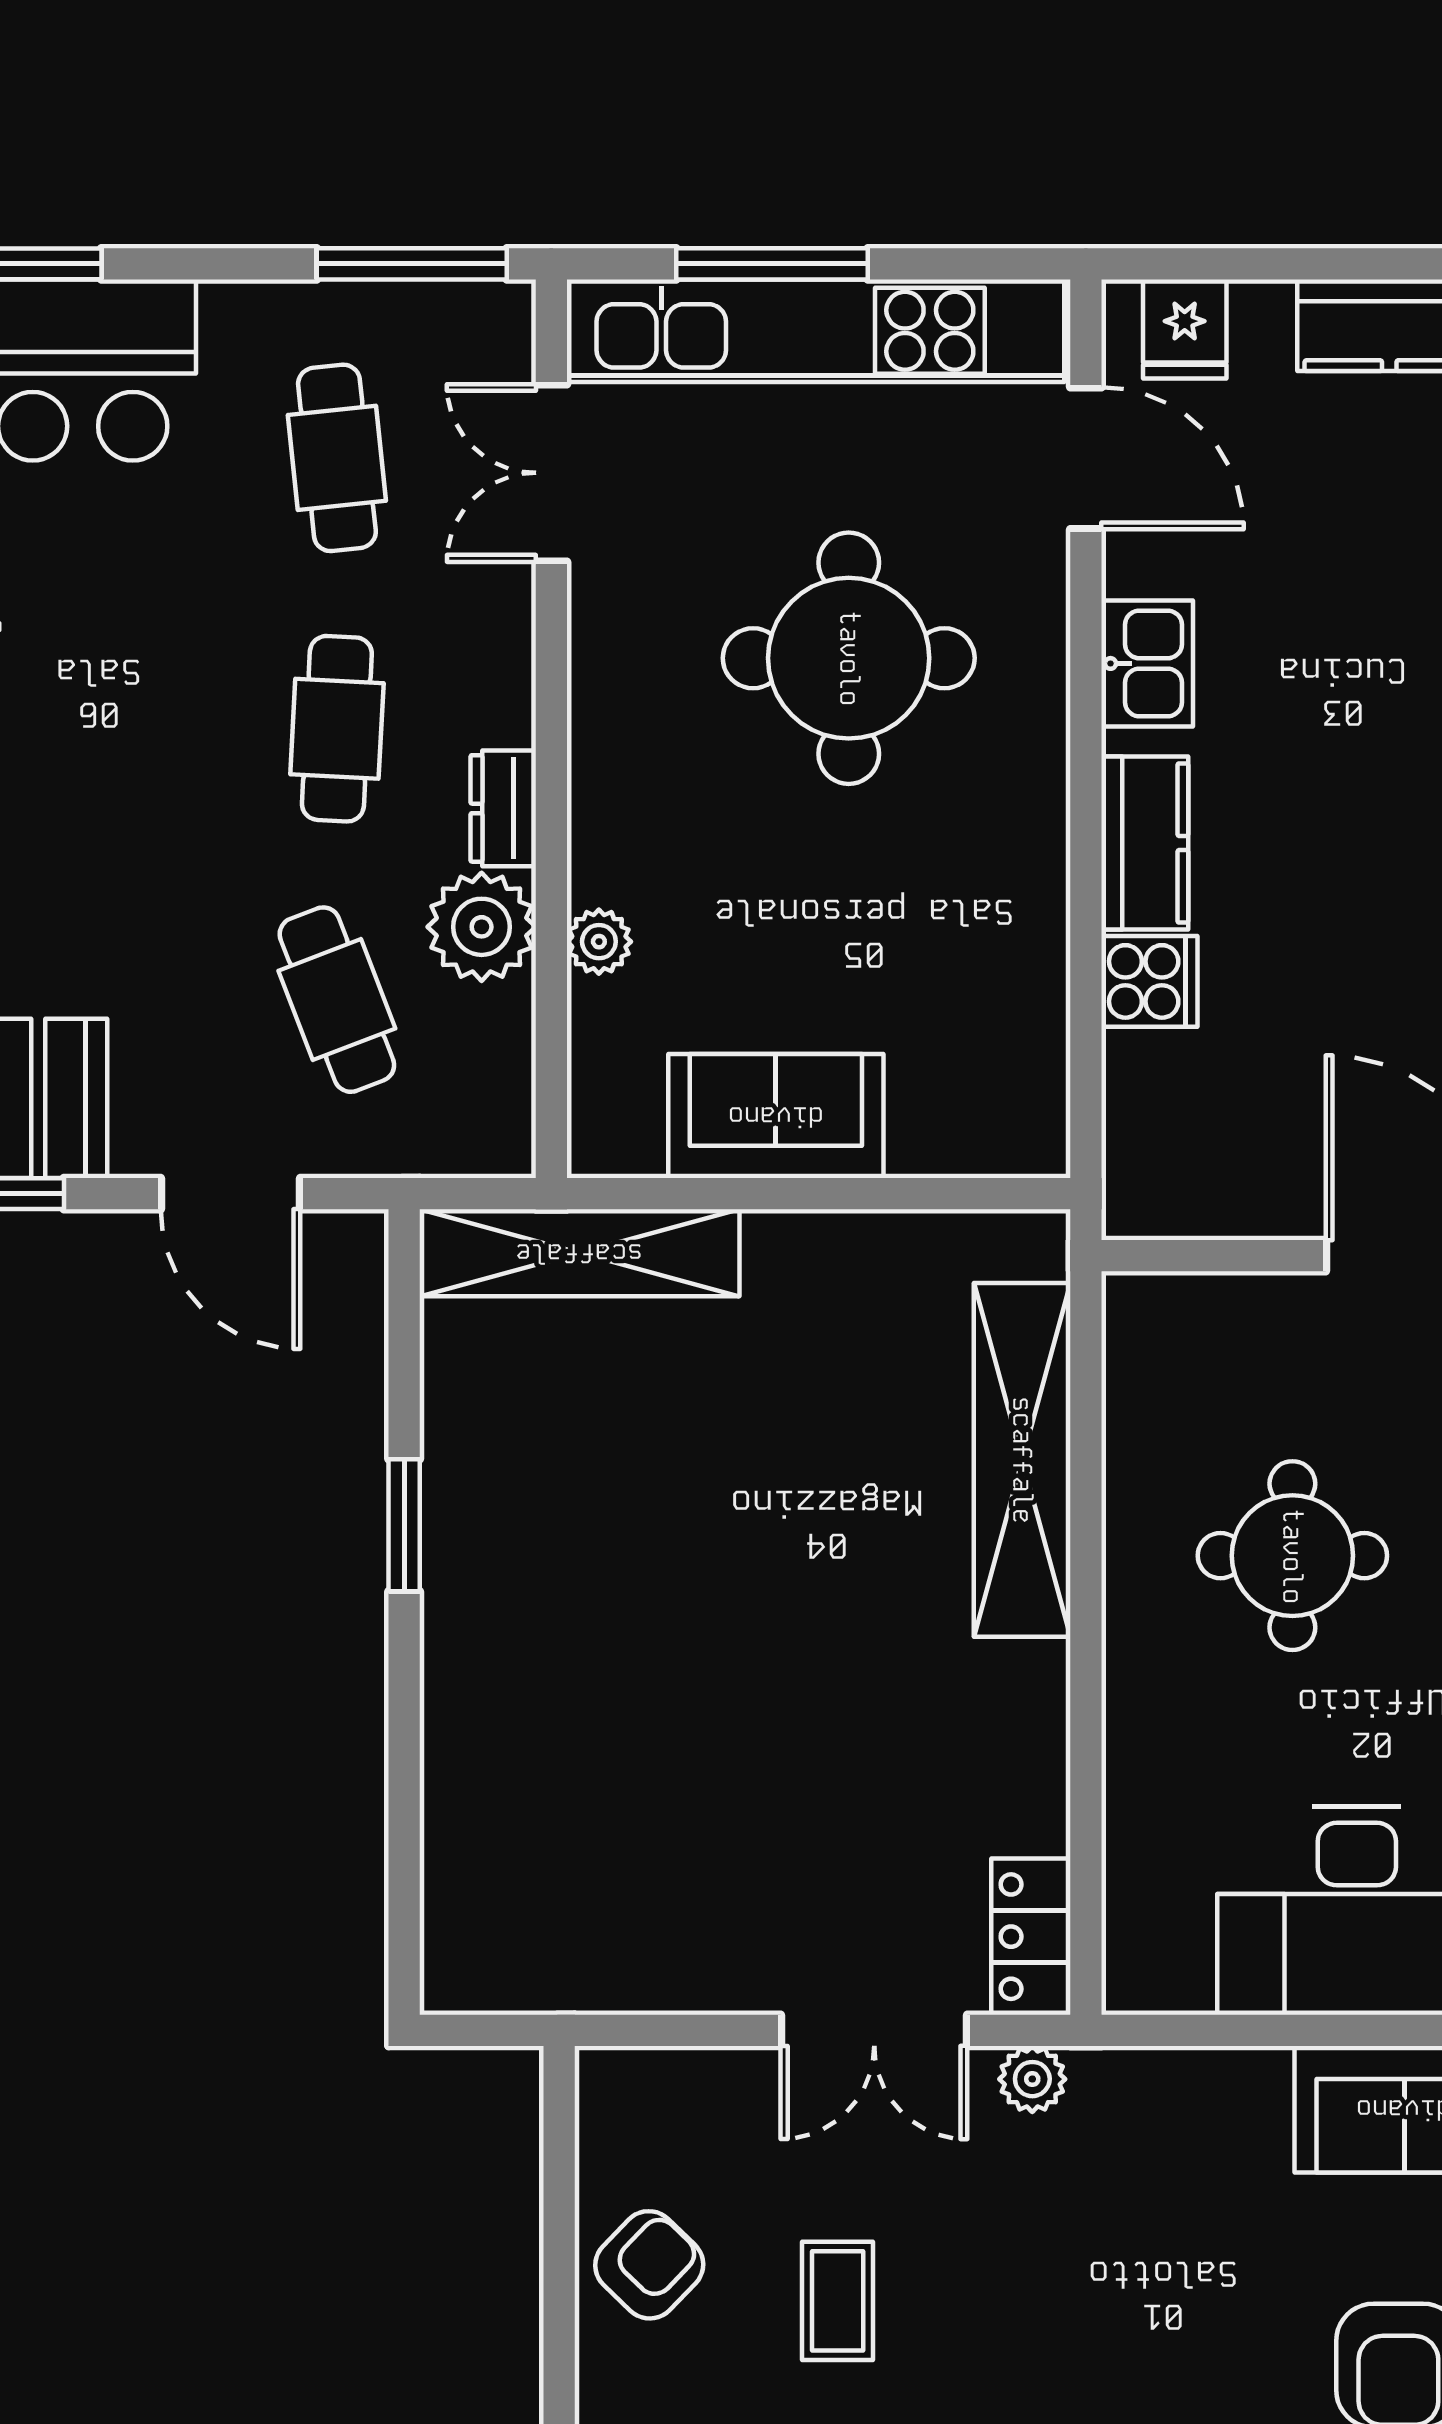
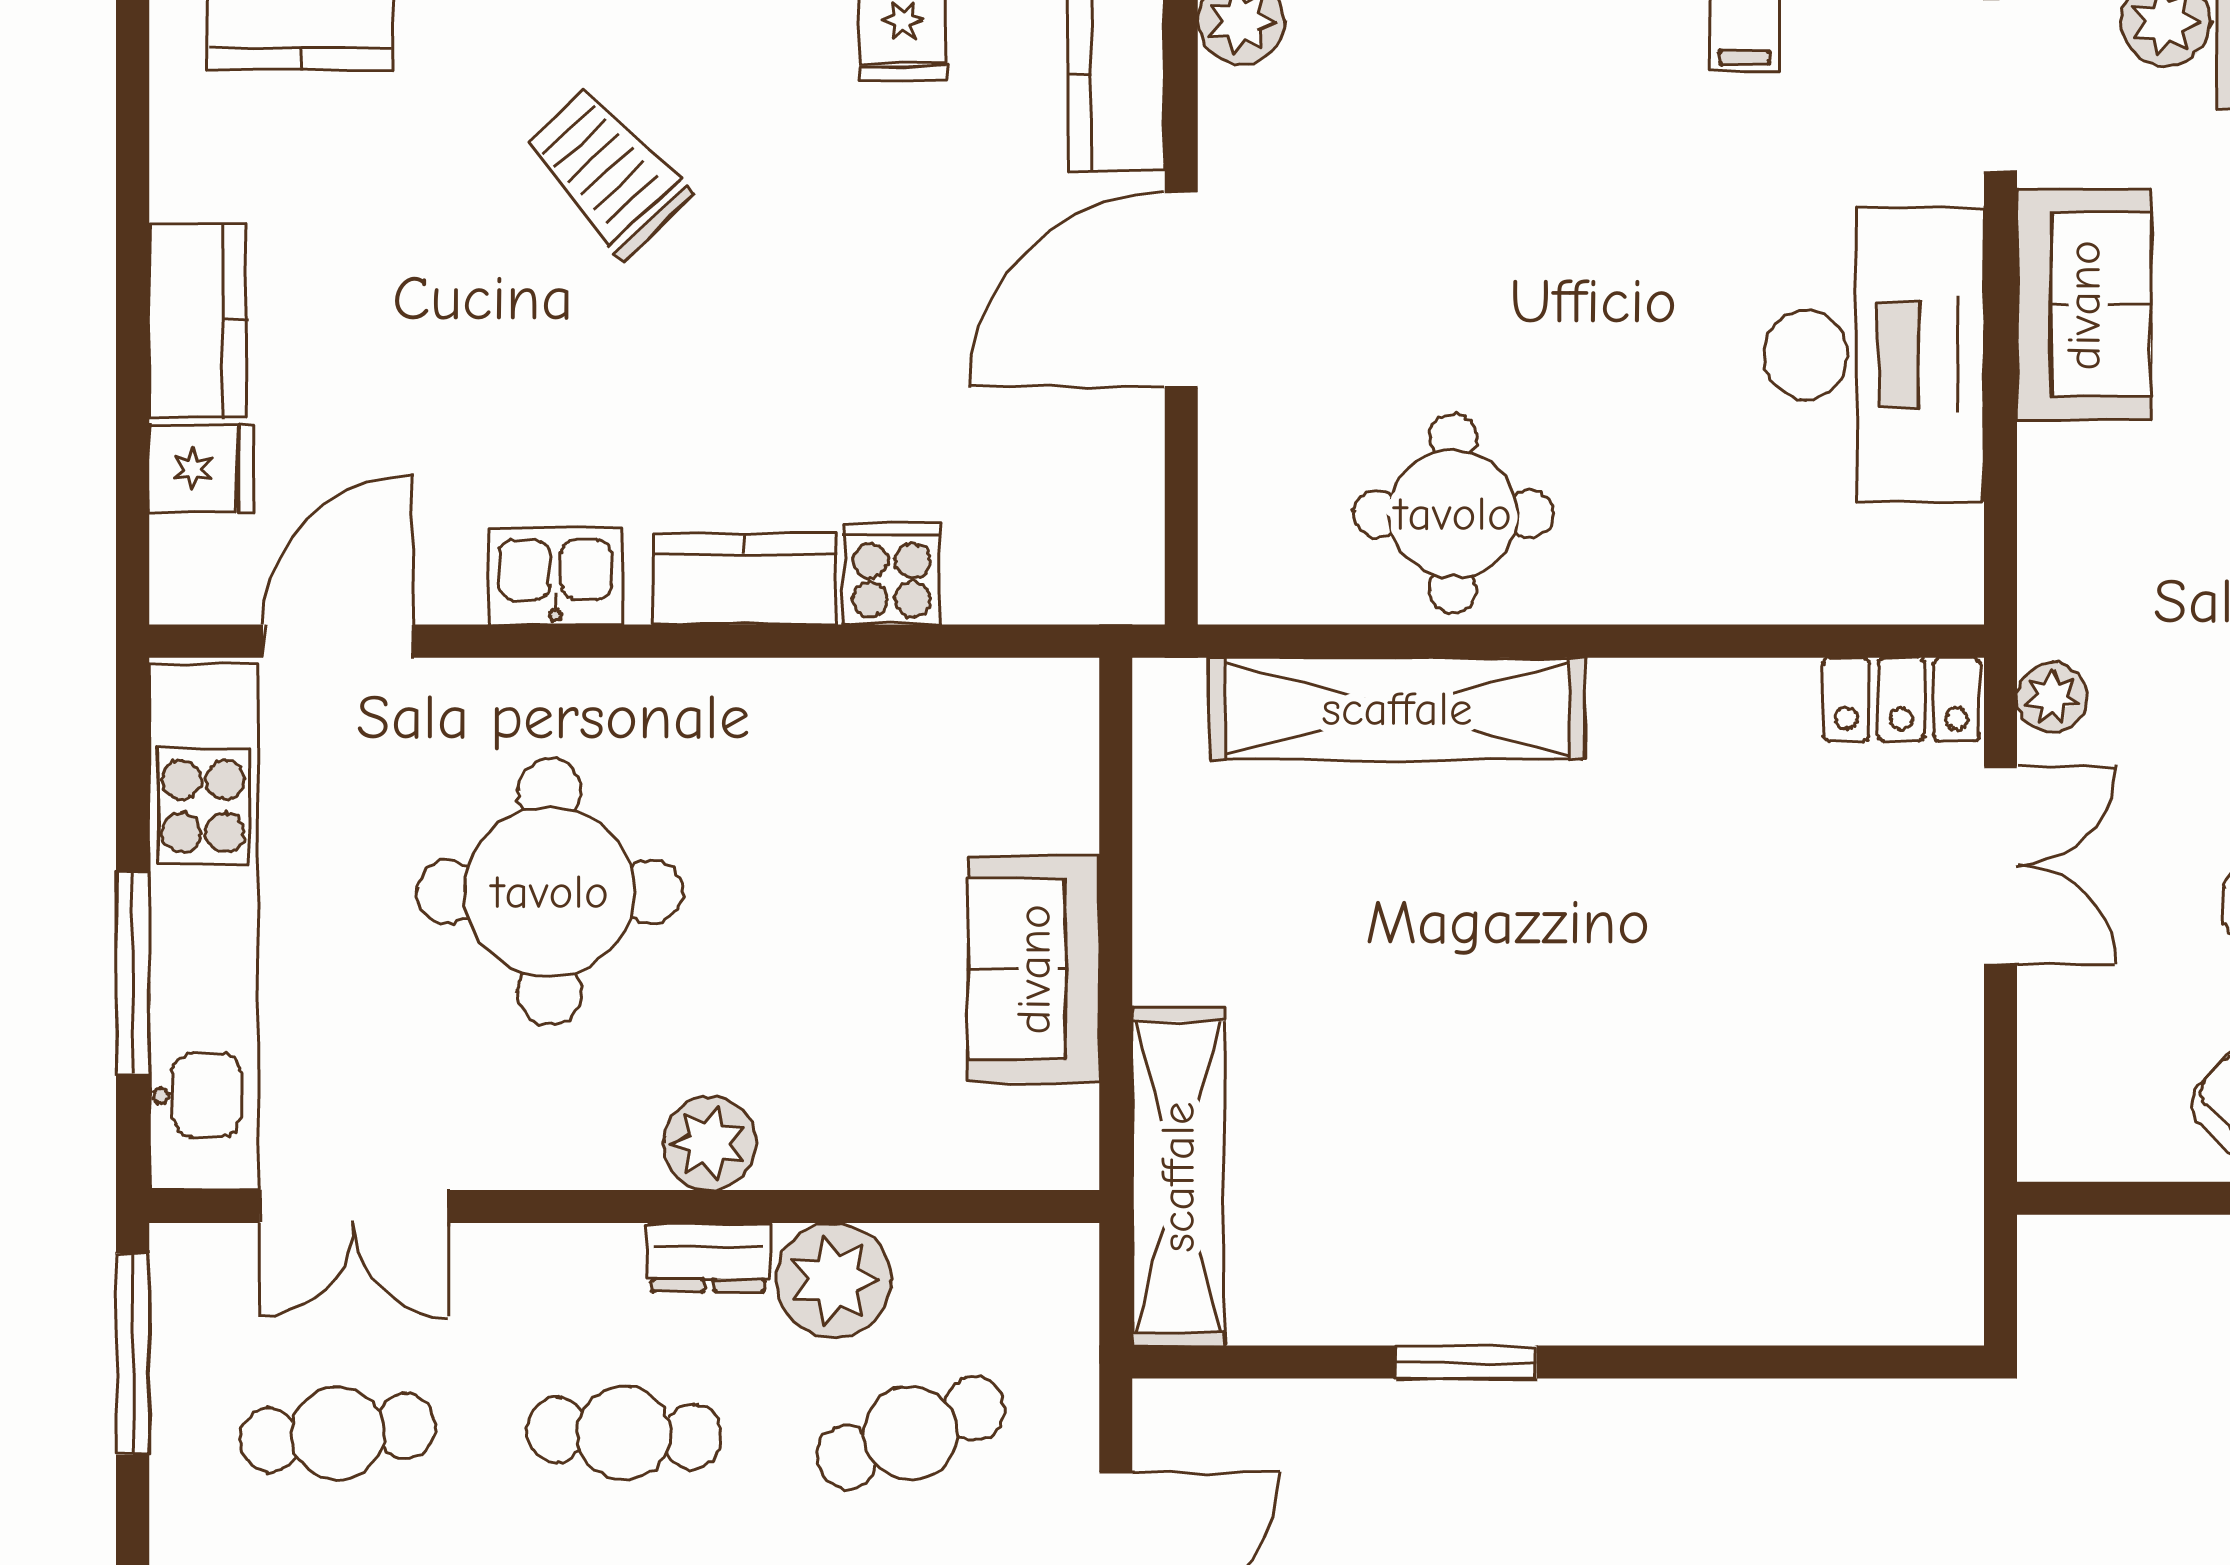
fridge: (1185, 329) -> (201, 468), moved
plant: (599, 942) -> (710, 1143), moved, width x1.38, depth x1.38
round table: (1292, 1556) -> (1453, 514), moved

